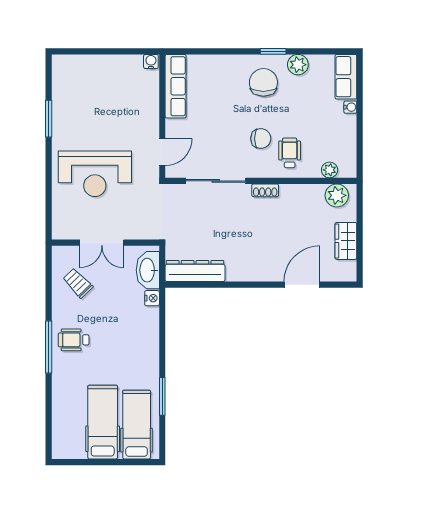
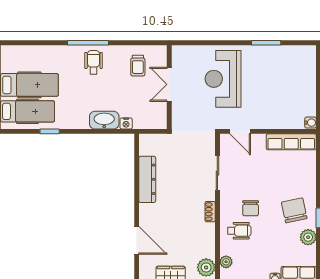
chair: (263, 82) -> (294, 210), turned -102
sliding door: (216, 181) -> (217, 173), width x0.73
washbasin: (148, 270) -> (104, 120), moved
dresser: (195, 271) -> (147, 179), moved
trolley: (78, 283) -> (138, 66), turned 134
window: (162, 396) -> (50, 131), width x0.67

